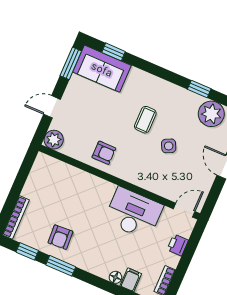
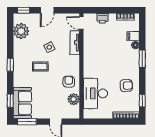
window: (199, 89) -> (10, 65), moved
plant: (54, 140) -> (74, 99), moved
tv unit: (159, 187) -> (75, 43), added
desk: (134, 213) -> (95, 93), moved
window: (61, 266) -> (142, 59), moved

